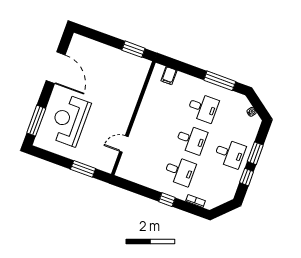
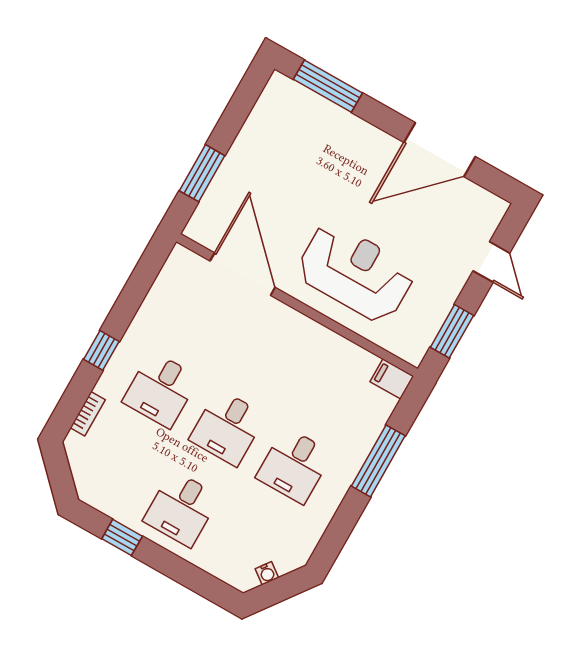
door: (101, 37) -> (491, 262), added
filing cabinet: (169, 76) -> (392, 379), moved
window: (220, 81) -> (378, 461), moved
reception desk: (69, 120) -> (356, 272), moved
door: (124, 144) -> (243, 274), width x1.88
window: (255, 153) -> (172, 566), removed

